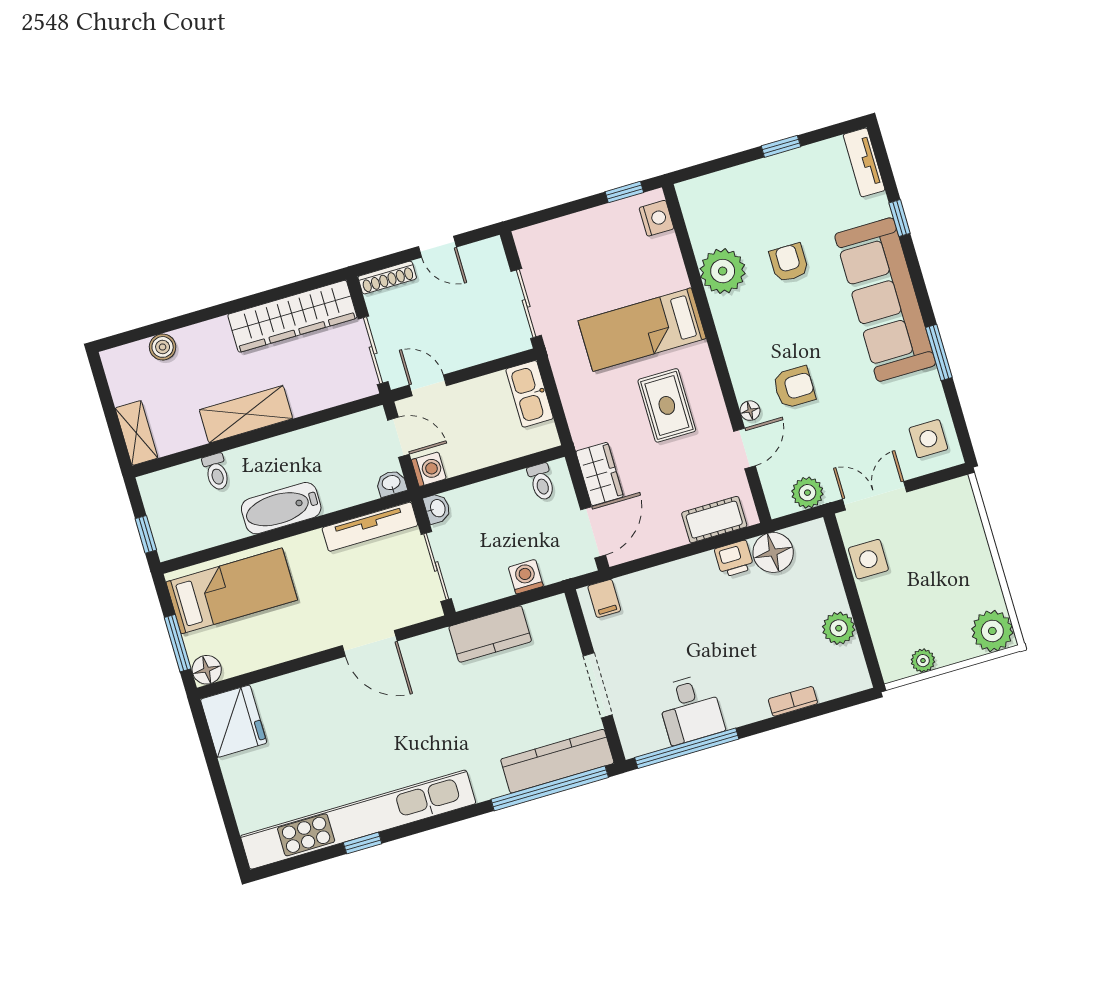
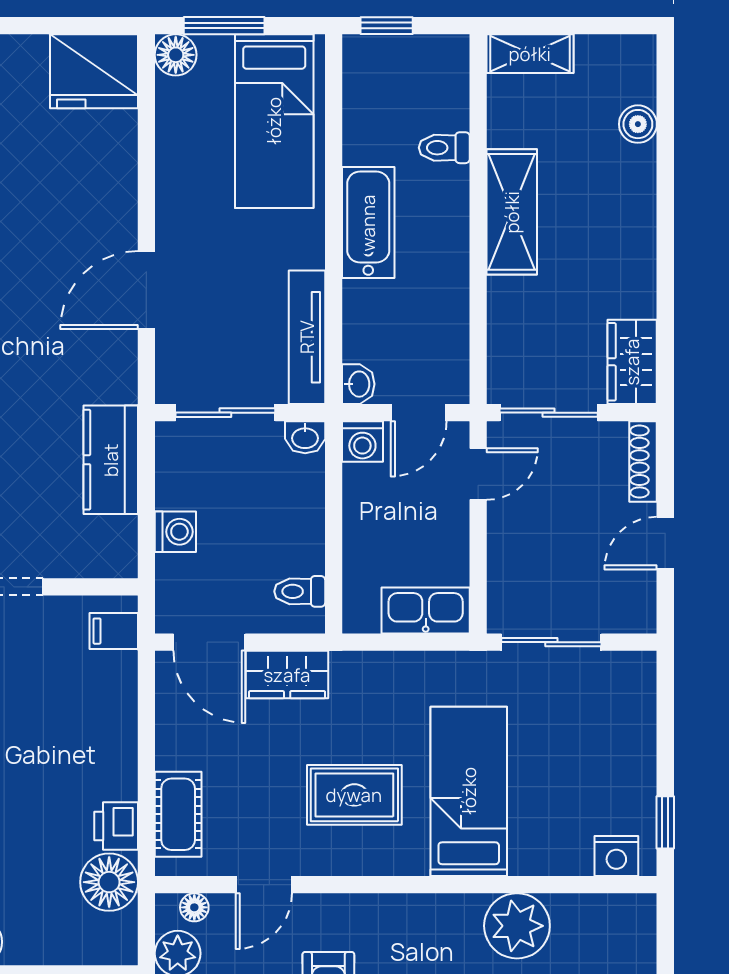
wardrobe: (292, 316) -> (632, 362), width x0.48, depth x0.85
floor lamp: (750, 411) -> (194, 907), moved
door: (745, 448) -> (264, 885), hinge flipped

